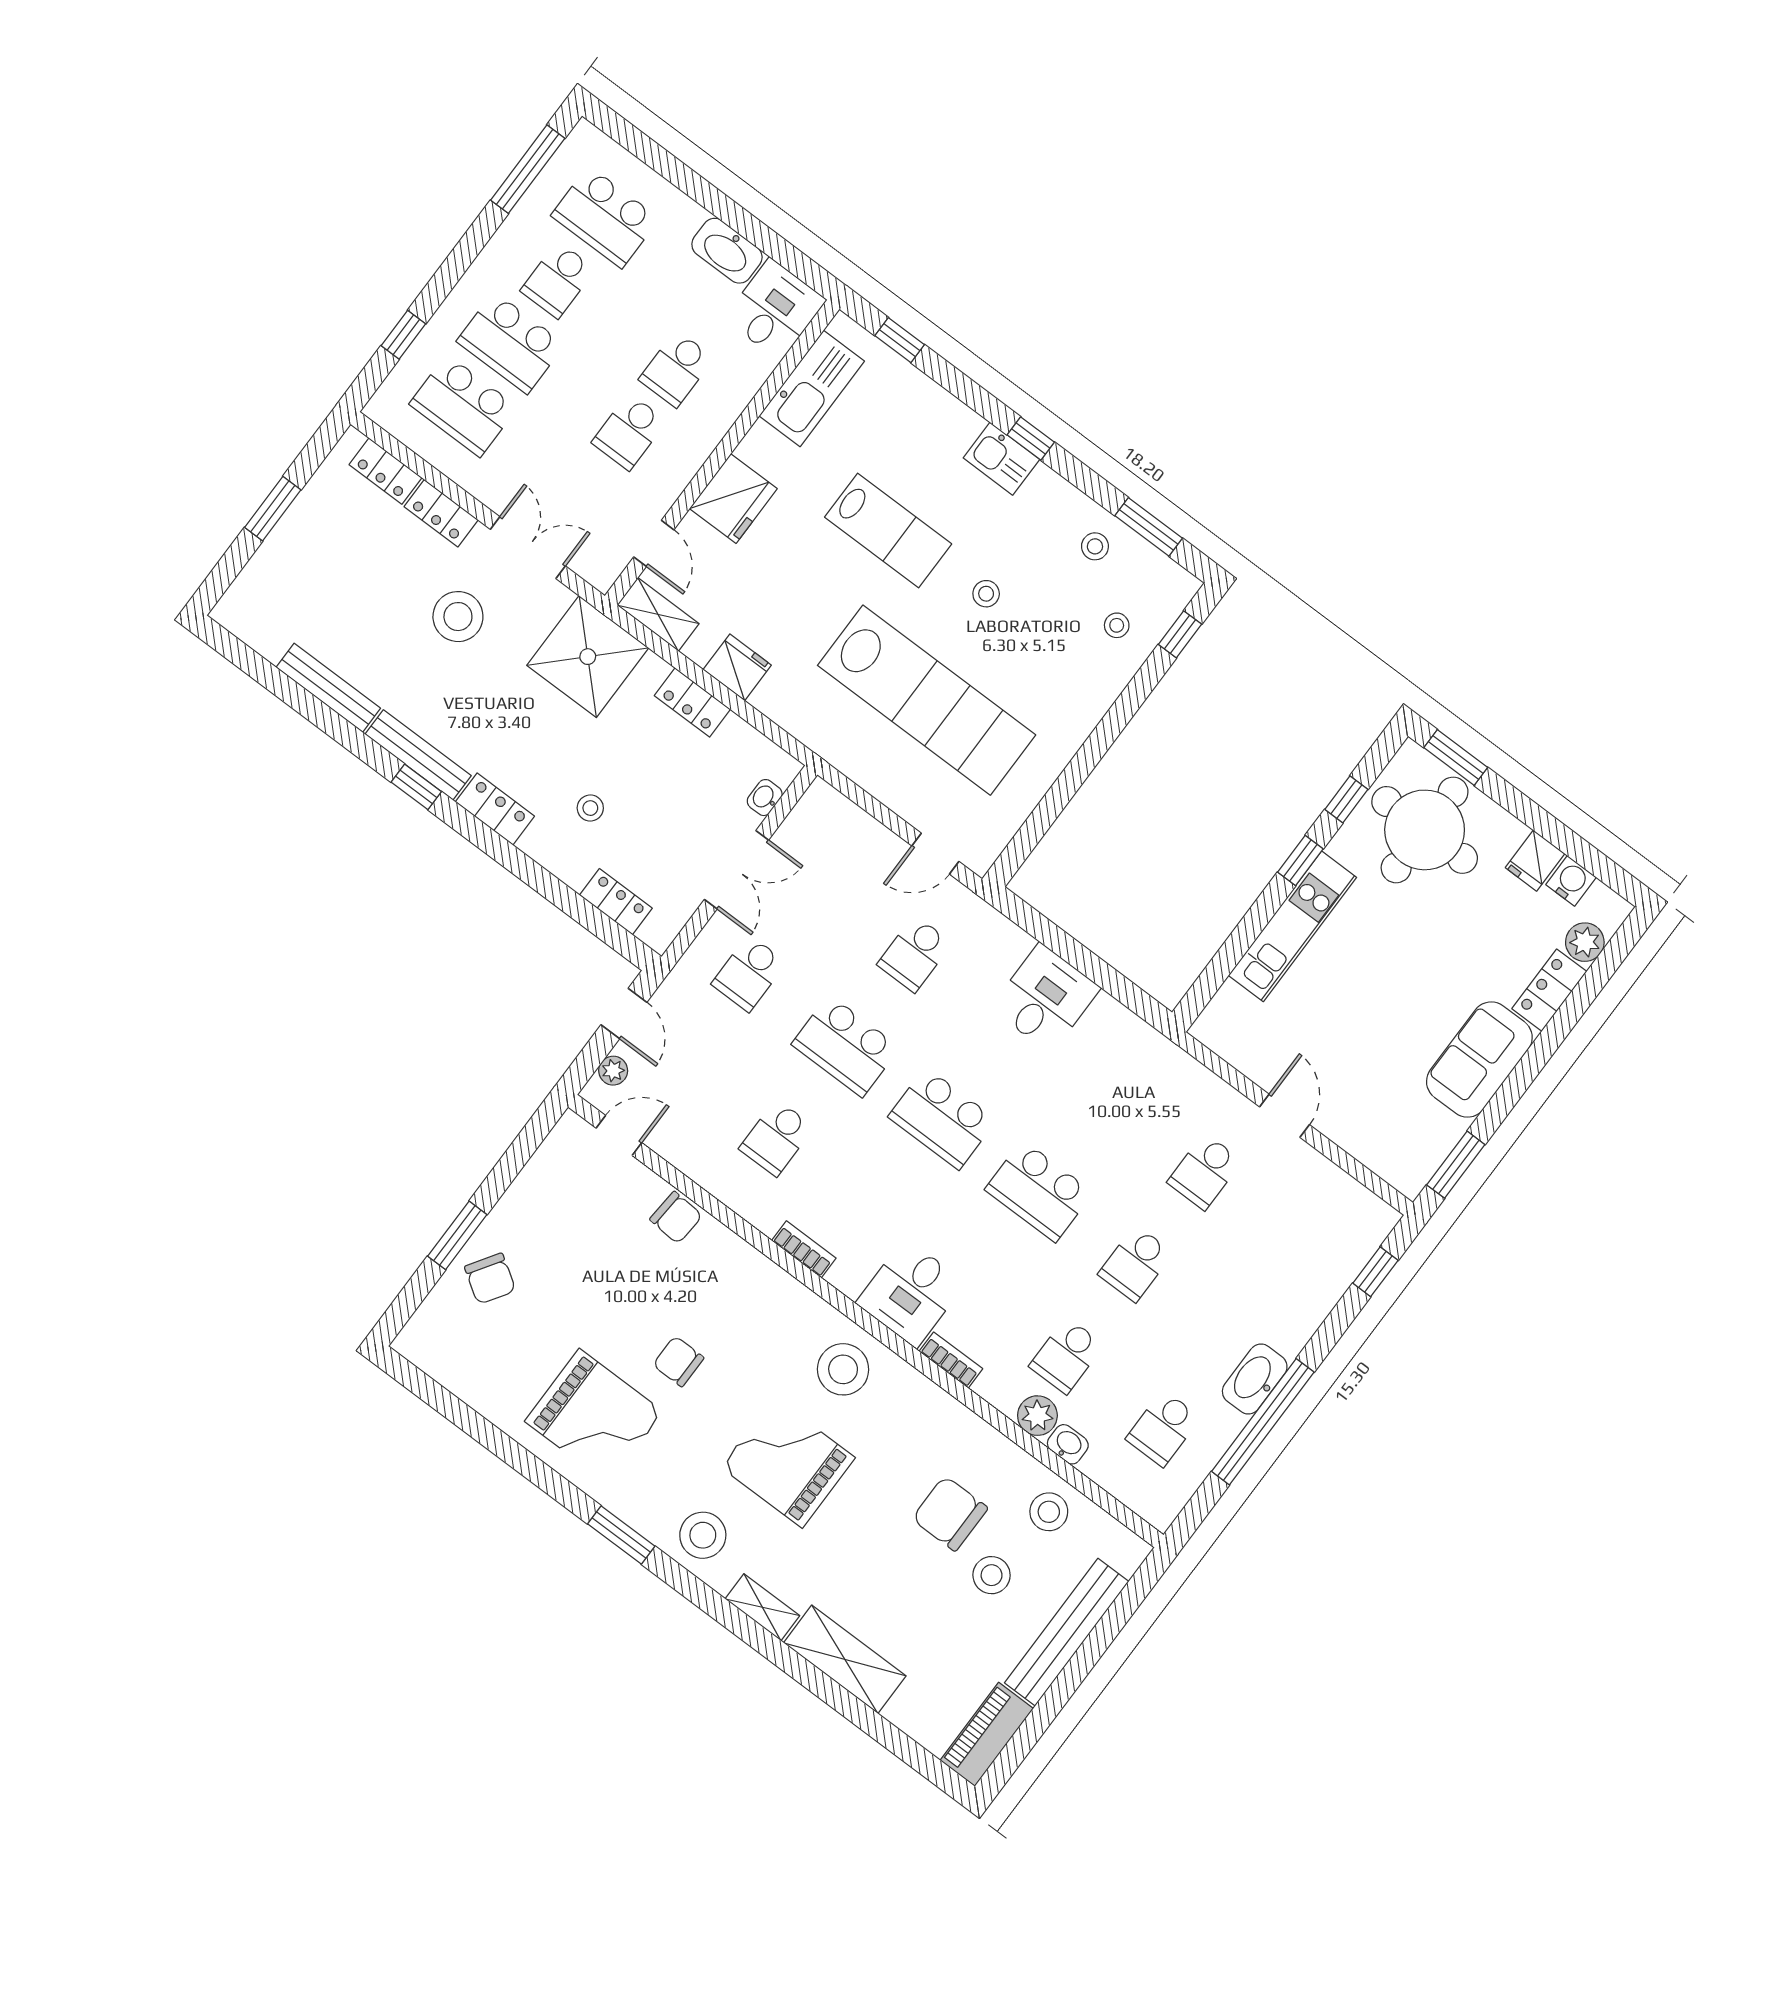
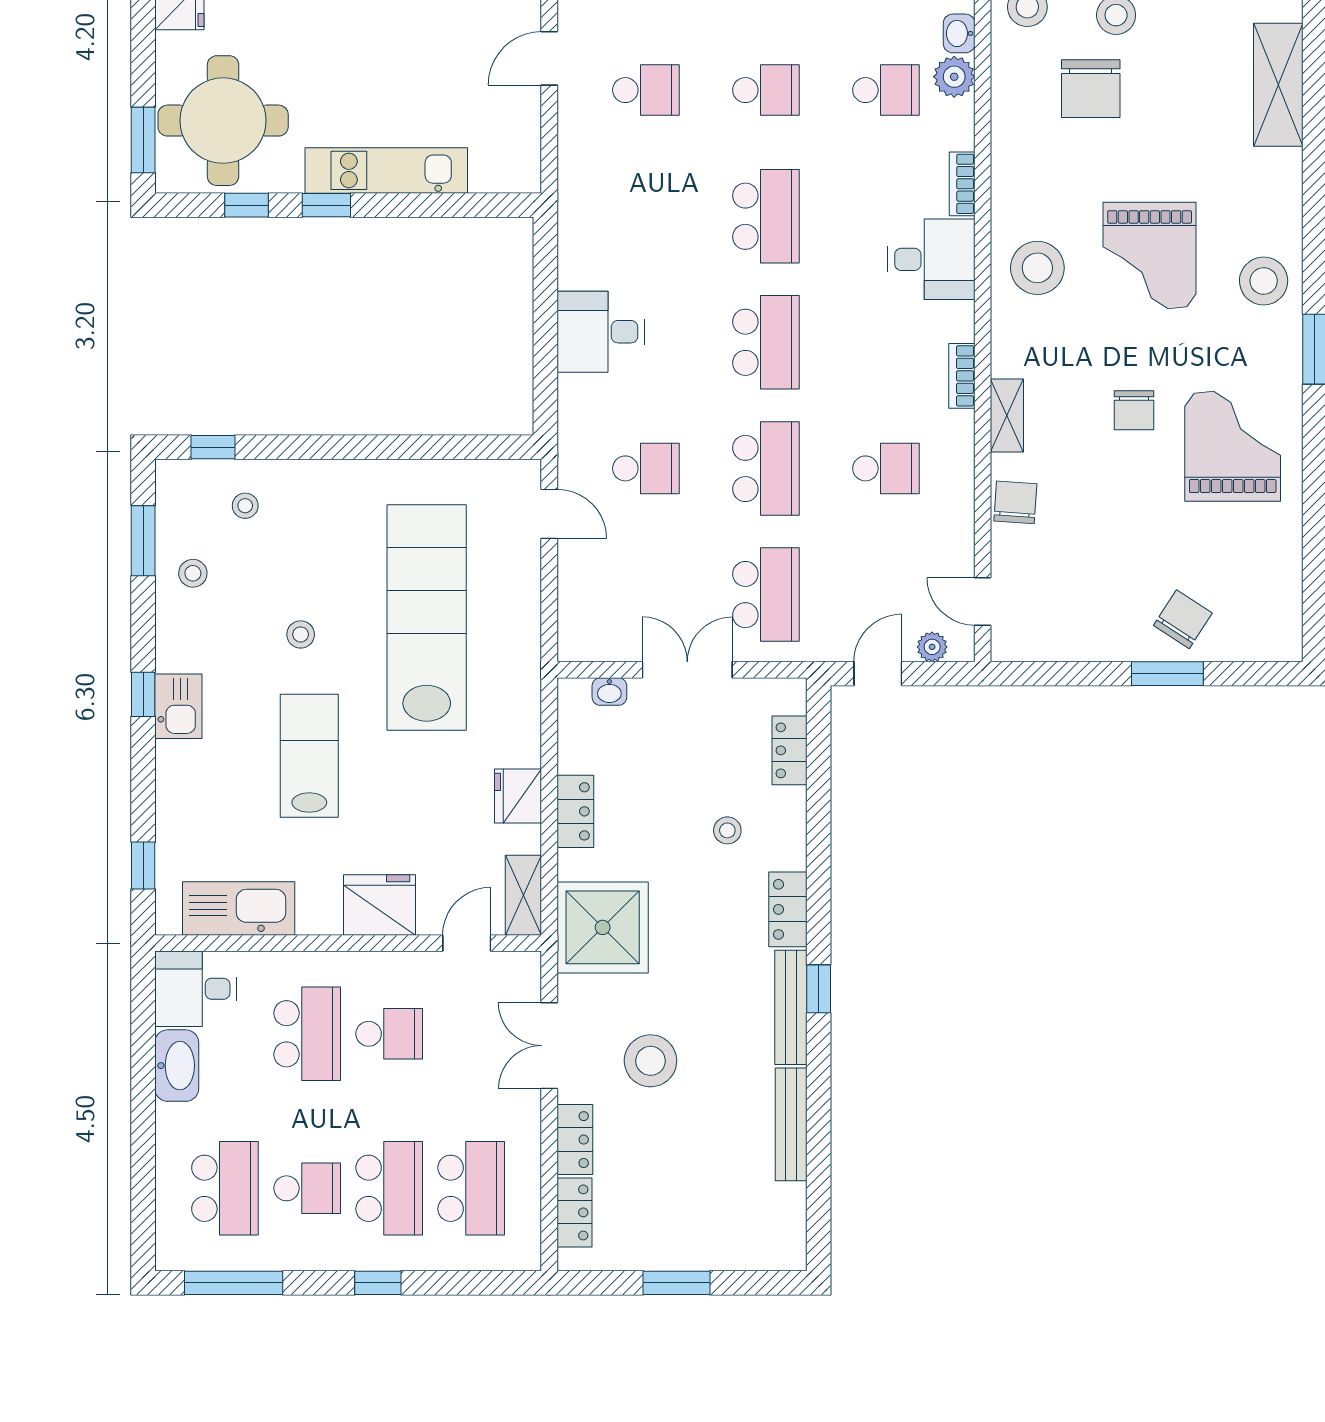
window: (403, 335) -> (378, 1283), moved
school desk: (676, 369) -> (307, 1034), width x1.85
school desk: (749, 973) -> (766, 595), width x1.85
shelving: (762, 1607) -> (1007, 416), moved

